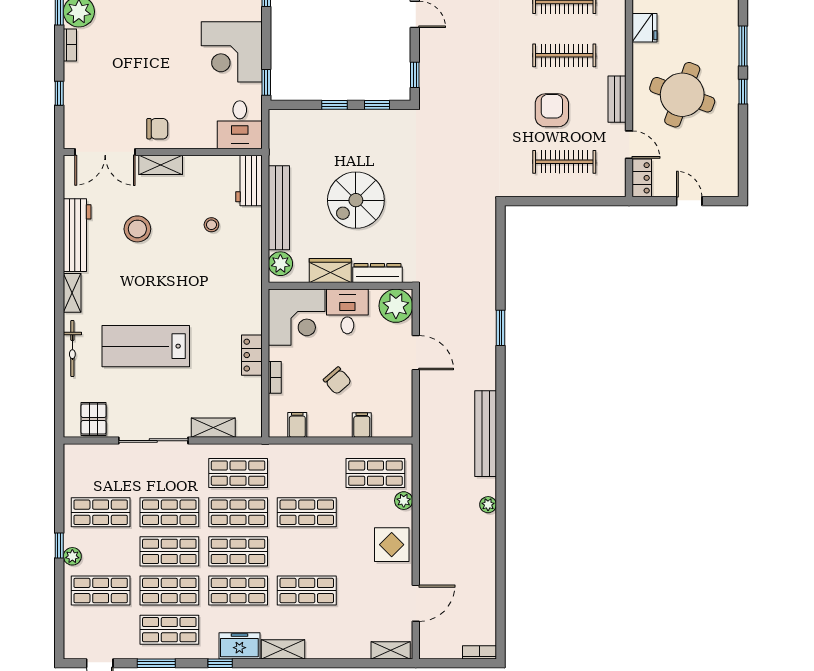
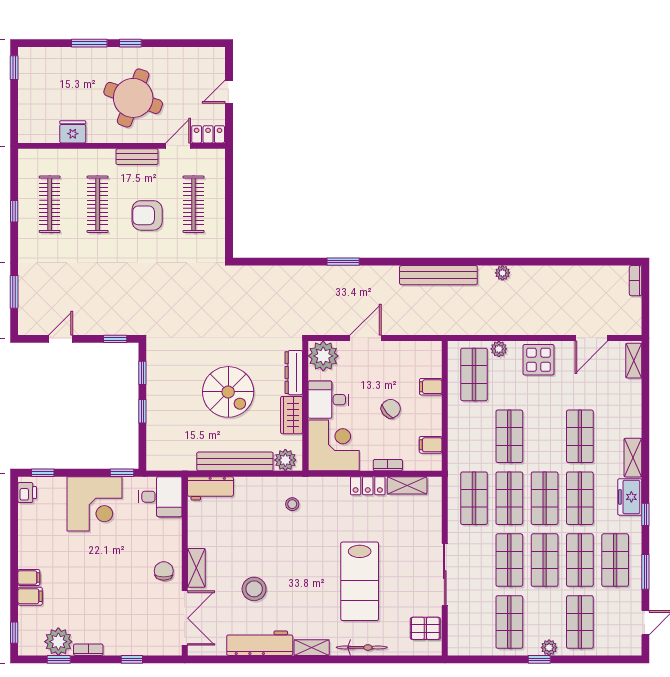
stool: (211, 225) -> (292, 504), moved
shelving: (213, 428) -> (407, 485), moved, turned 90
door: (416, 603) -> (591, 338), swing flipped

